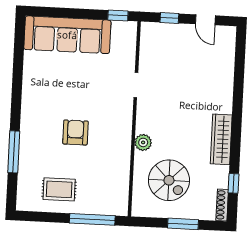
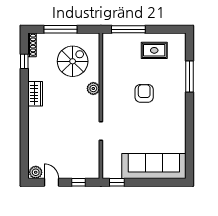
plant: (226, 34) -> (36, 172), added
armchair: (75, 132) -> (144, 93), turned 180
wardrobe: (221, 139) -> (35, 94), width x0.67
spiral stairs: (169, 180) -> (73, 61), turned 90
window: (183, 224) -> (60, 29), width x1.44

